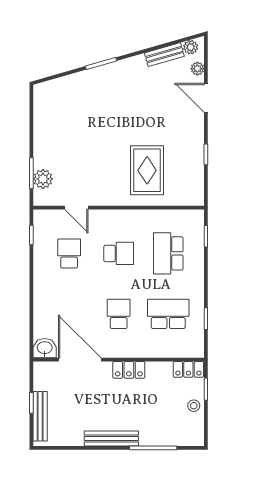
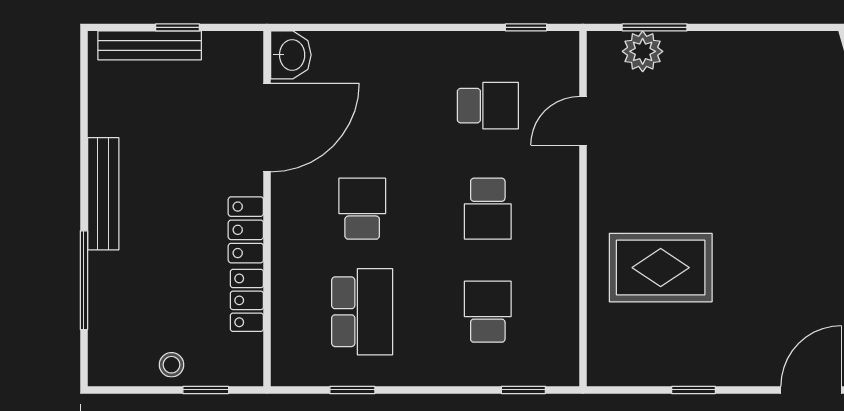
school desk: (168, 253) -> (488, 312), width x0.54
school desk: (119, 314) -> (362, 209), turned -90
locker: (188, 369) -> (247, 300), moved

